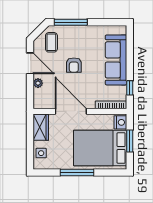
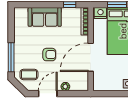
sofa: (116, 60) -> (45, 17), width x0.73
wardrobe: (41, 127) -> (105, 84), removed

